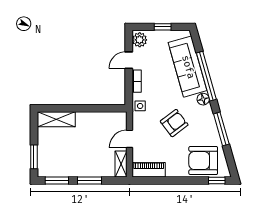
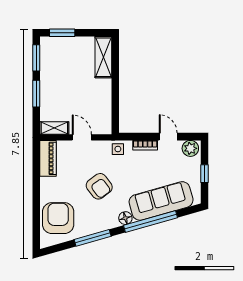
window: (217, 180) -> (36, 233), removed

